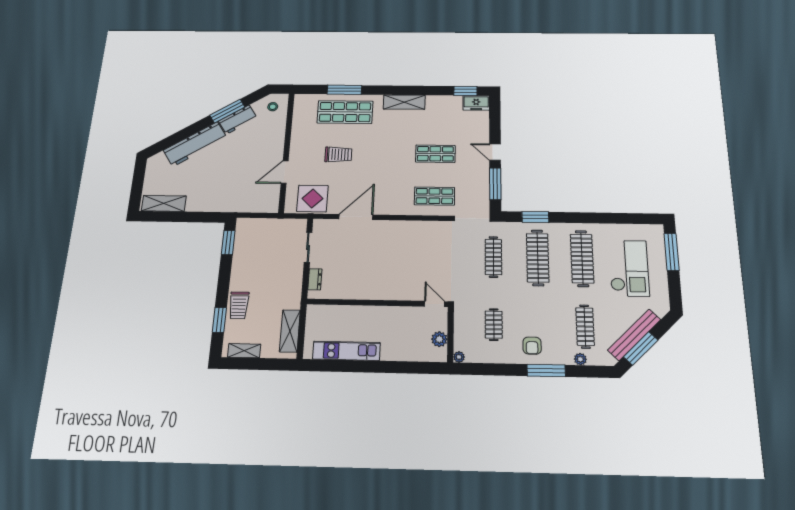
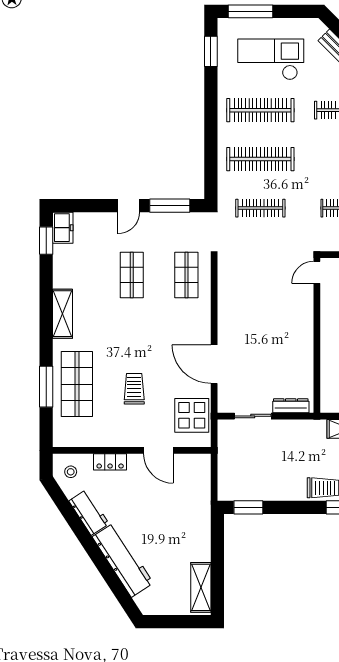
window: (227, 111) -> (77, 526), removed
locker: (278, 136) -> (110, 462), added
window: (535, 217) -> (211, 51), moved
dresser: (315, 279) -> (291, 406), width x1.44

